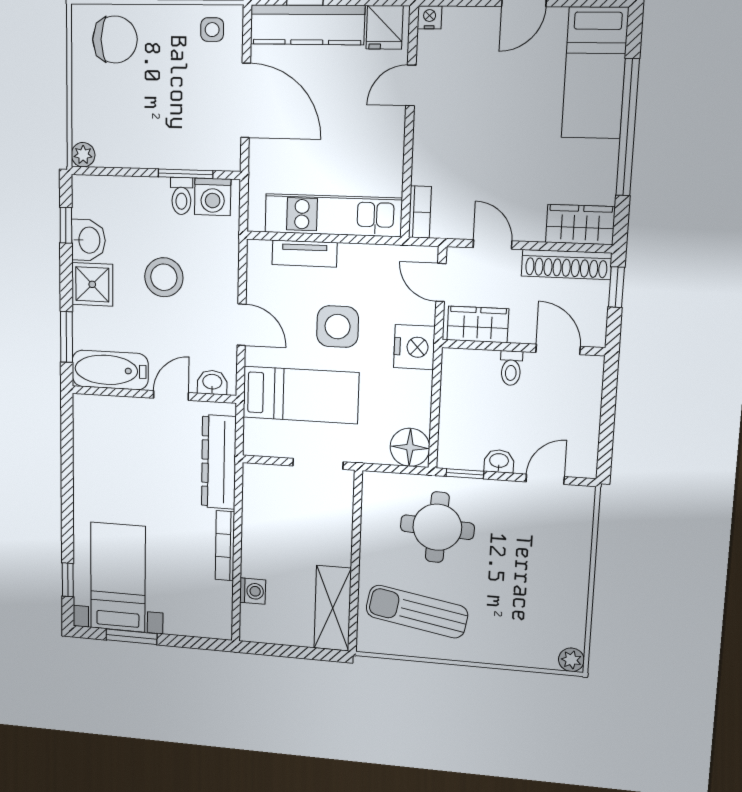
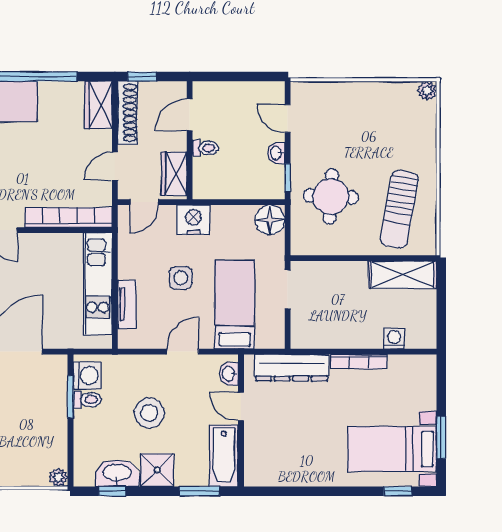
bookcase: (420, 212) -> (69, 217), width x2.31, depth x1.31
washbasin: (88, 240) -> (117, 473), width x1.38
side table: (338, 327) -> (181, 278), width x0.73, depth x0.73

